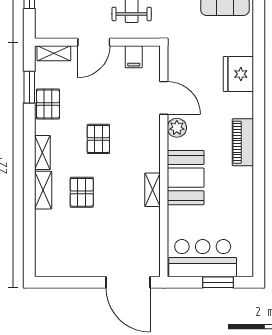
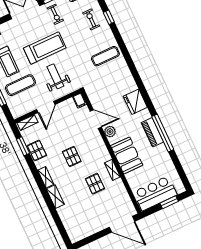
filing cabinet: (134, 57) -> (80, 101), moved
fridge: (238, 74) -> (135, 102), moved
piano: (243, 142) -> (152, 132), moved
window: (259, 169) -> (163, 133), added
pallet: (82, 192) -> (95, 184), moved

